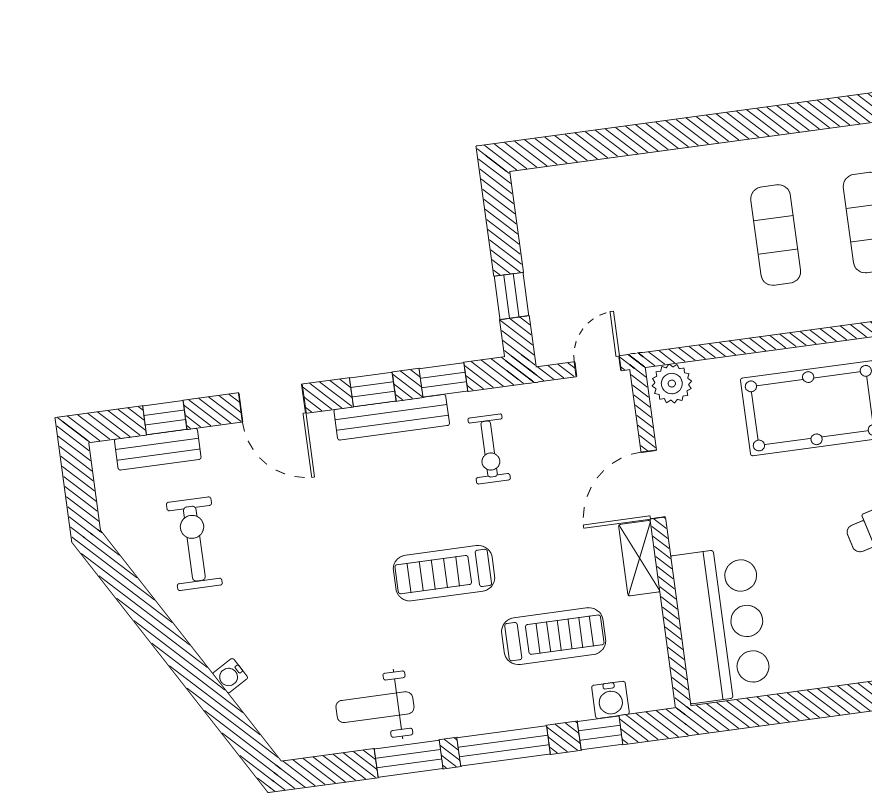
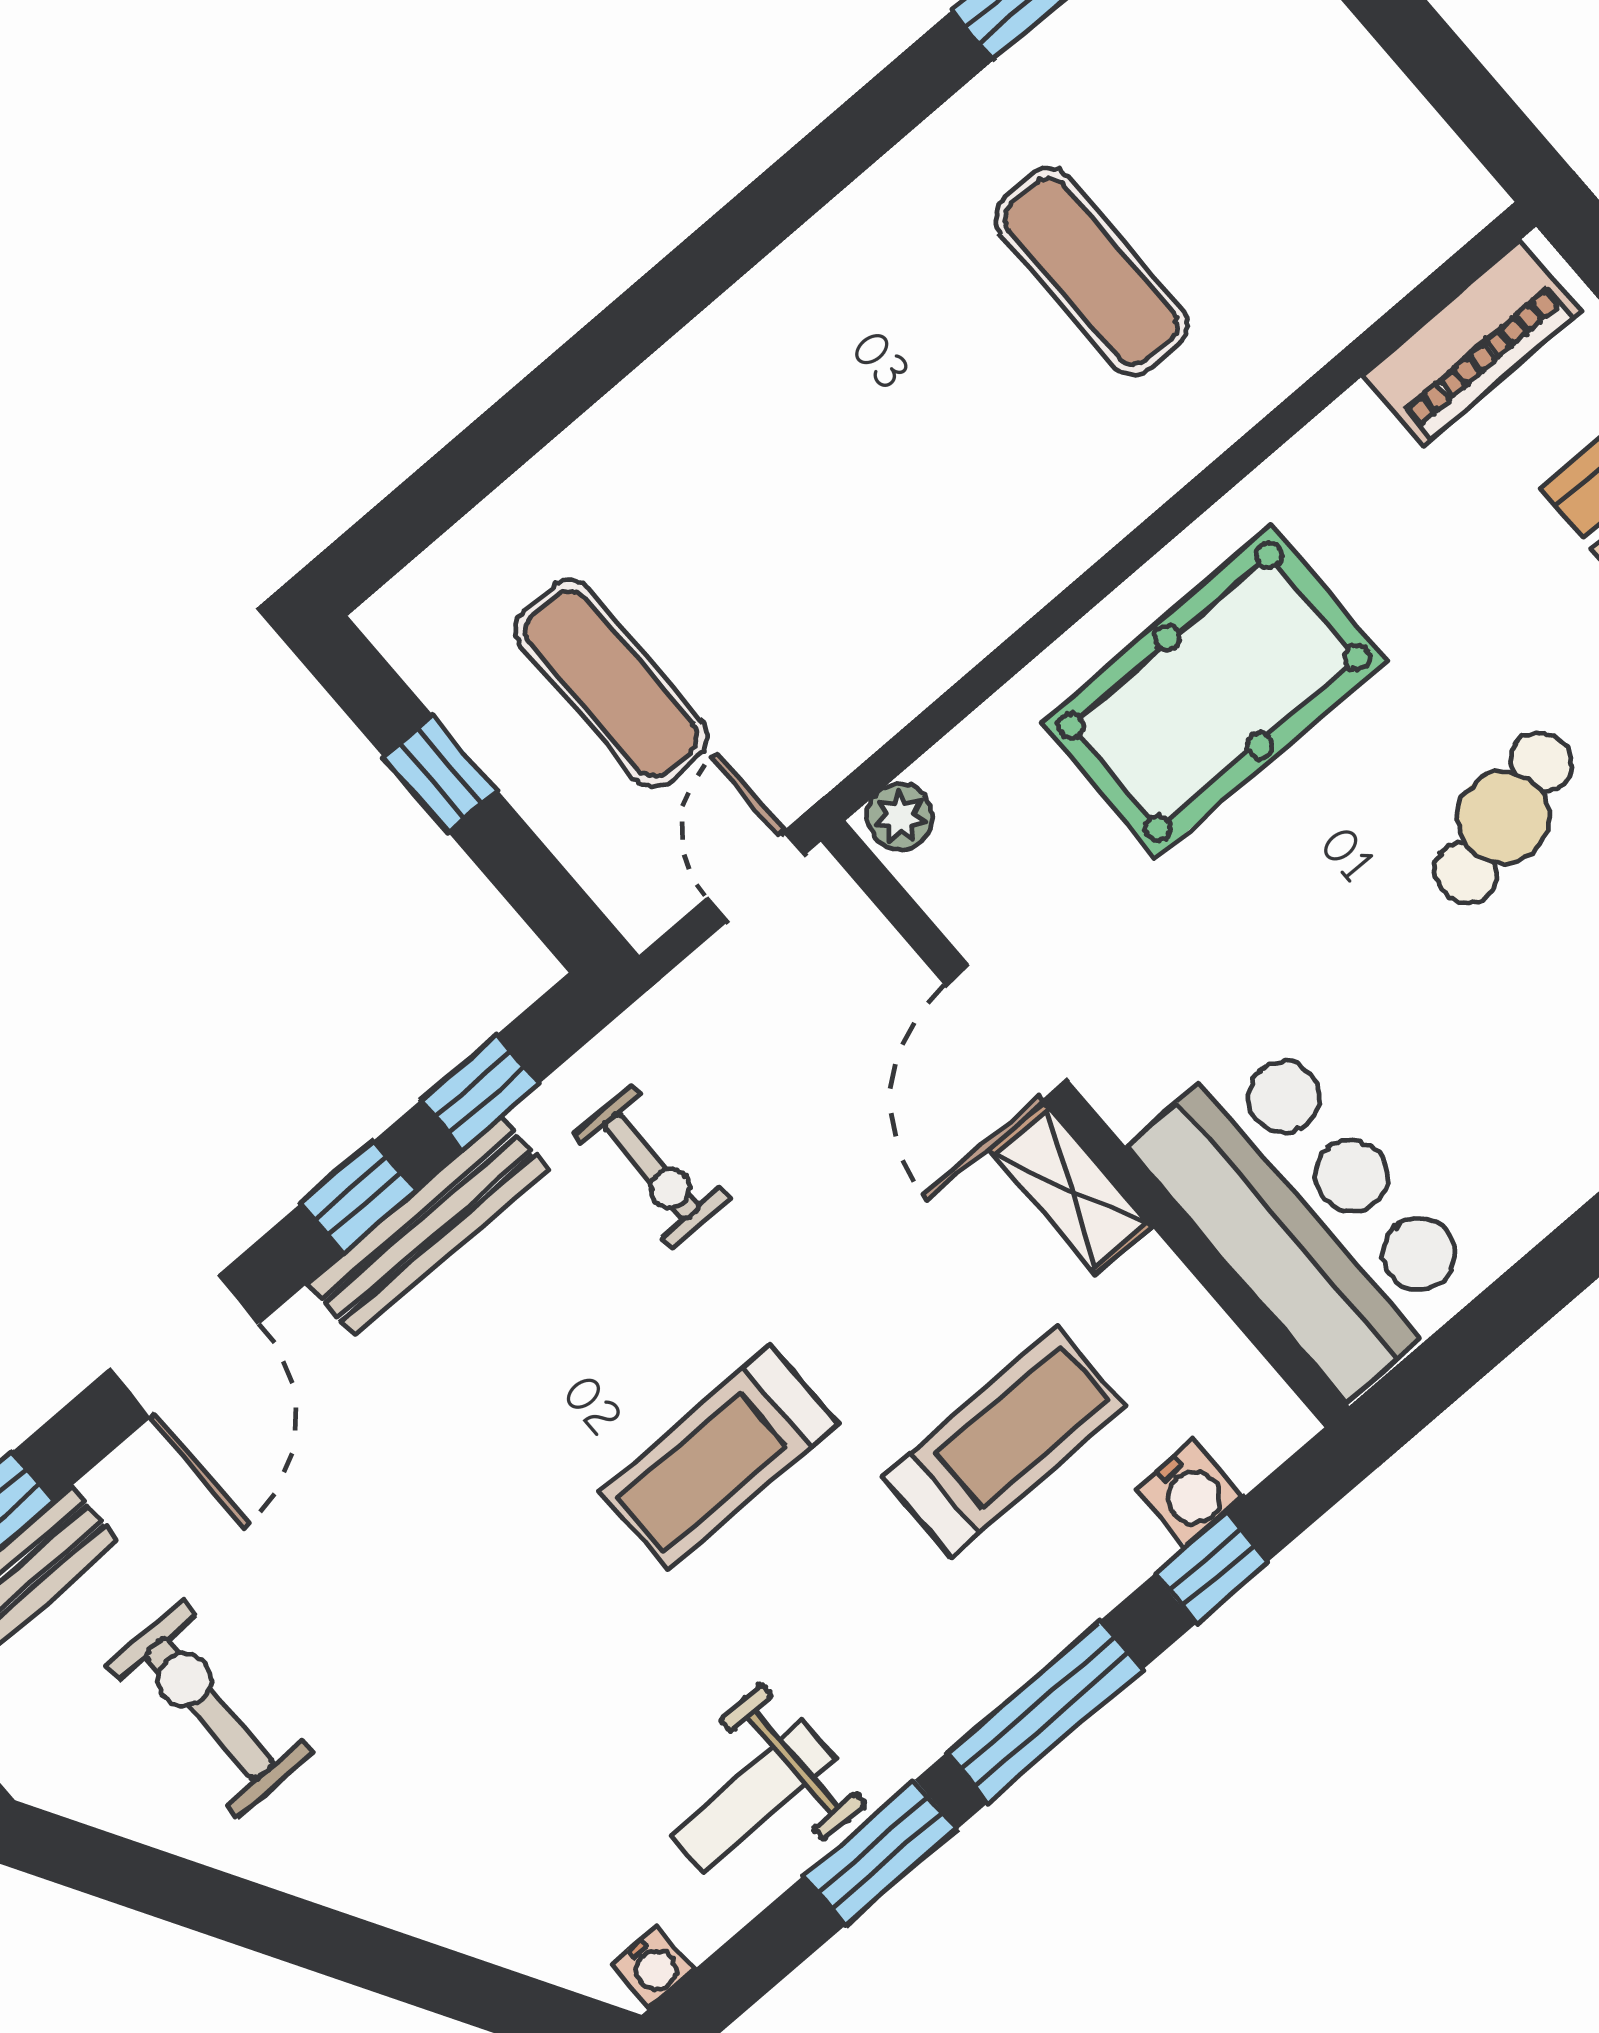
exercise mat: (776, 235) -> (611, 684), moved
window: (511, 296) -> (440, 774), moved
plant: (672, 384) -> (900, 817), width x0.73, depth x0.73
door: (272, 403) -> (184, 1347), hinge flipped
water cooler: (230, 676) -> (653, 1966), moved, turned -60

